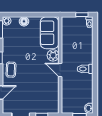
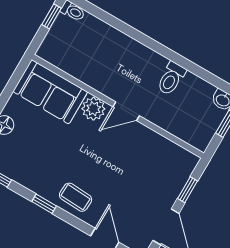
toilet: (85, 69) -> (171, 79), moved

